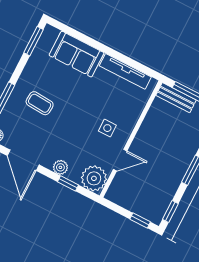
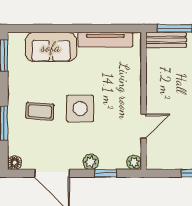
side table: (107, 128) -> (80, 108), moved, width x1.87, depth x1.87
plant: (94, 178) -> (134, 162), width x0.53, depth x0.53

